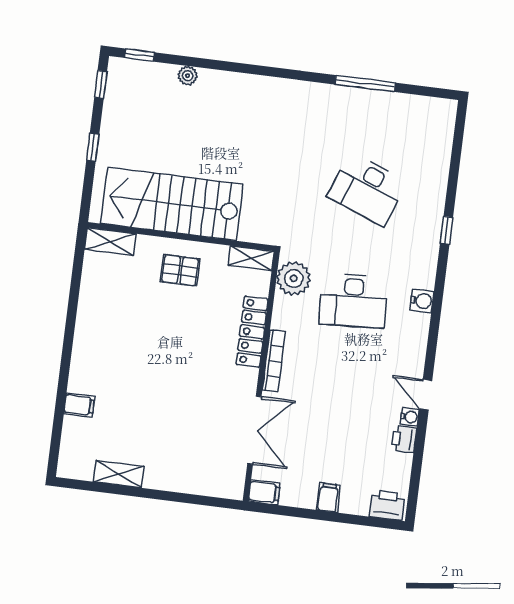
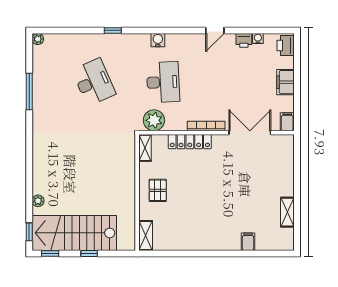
plant: (448, 108) -> (38, 39), added
desk: (367, 189) -> (94, 82), turned -45
stairs: (172, 204) -> (74, 233), moved, turned 90
water cooler: (410, 417) -> (258, 38), moved
filing cabinet: (328, 498) -> (285, 82), width x2.00

